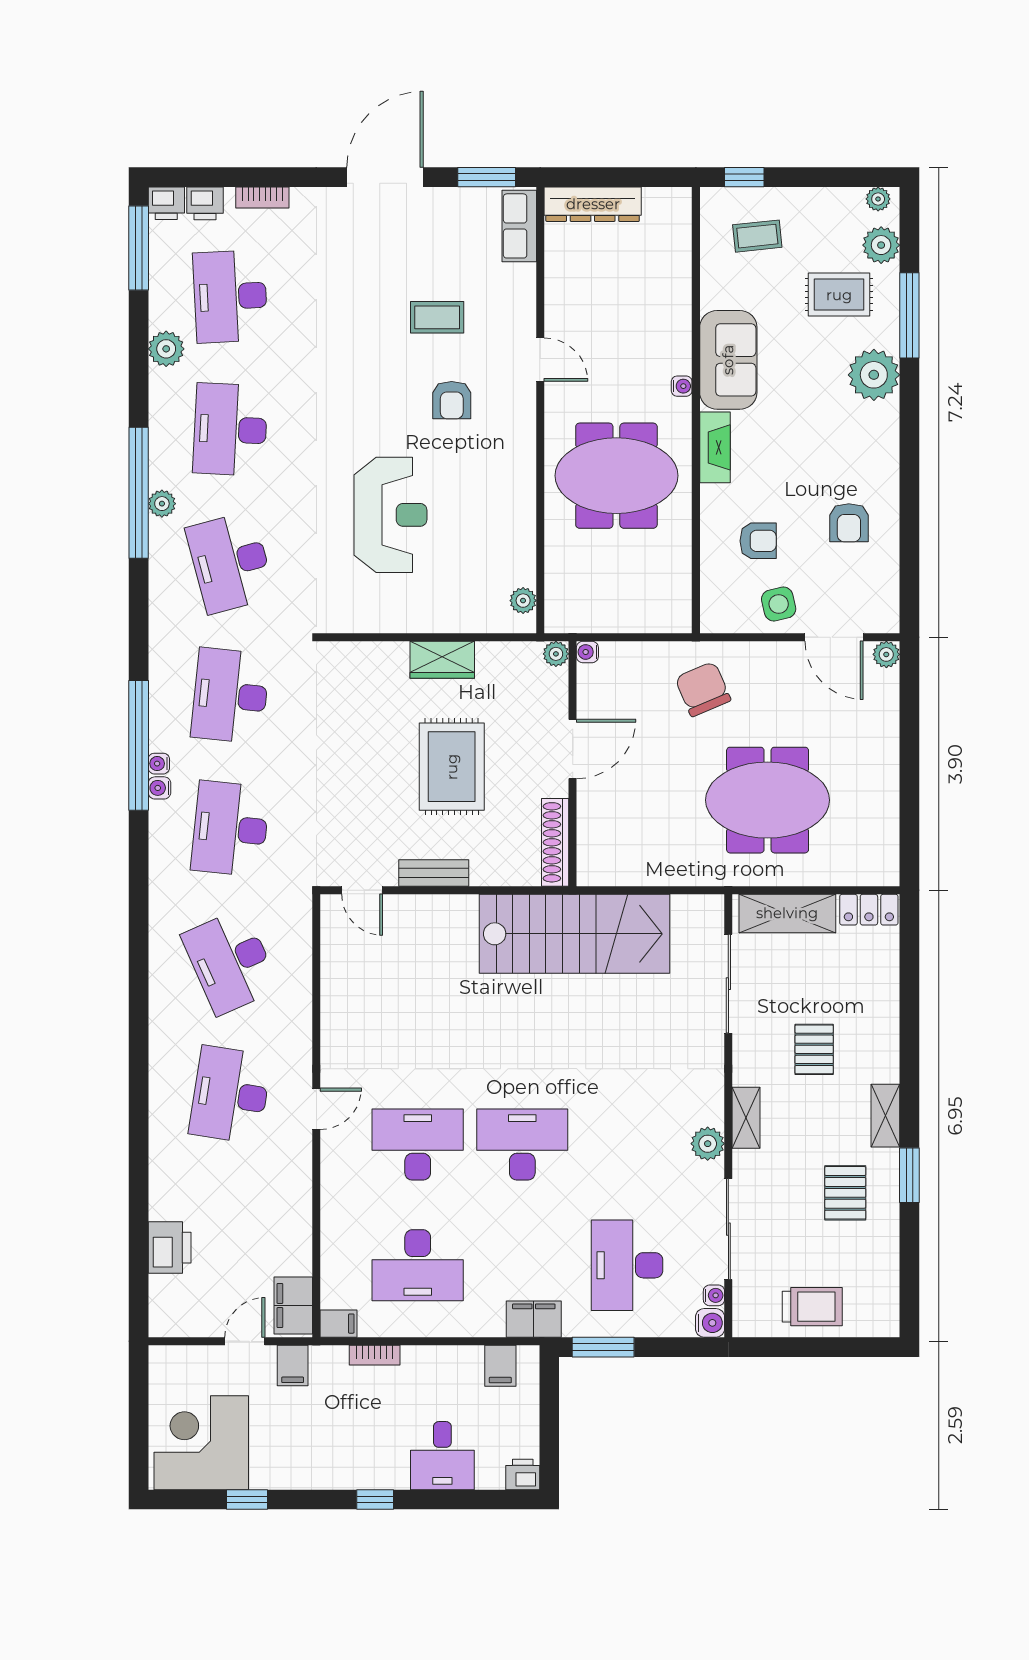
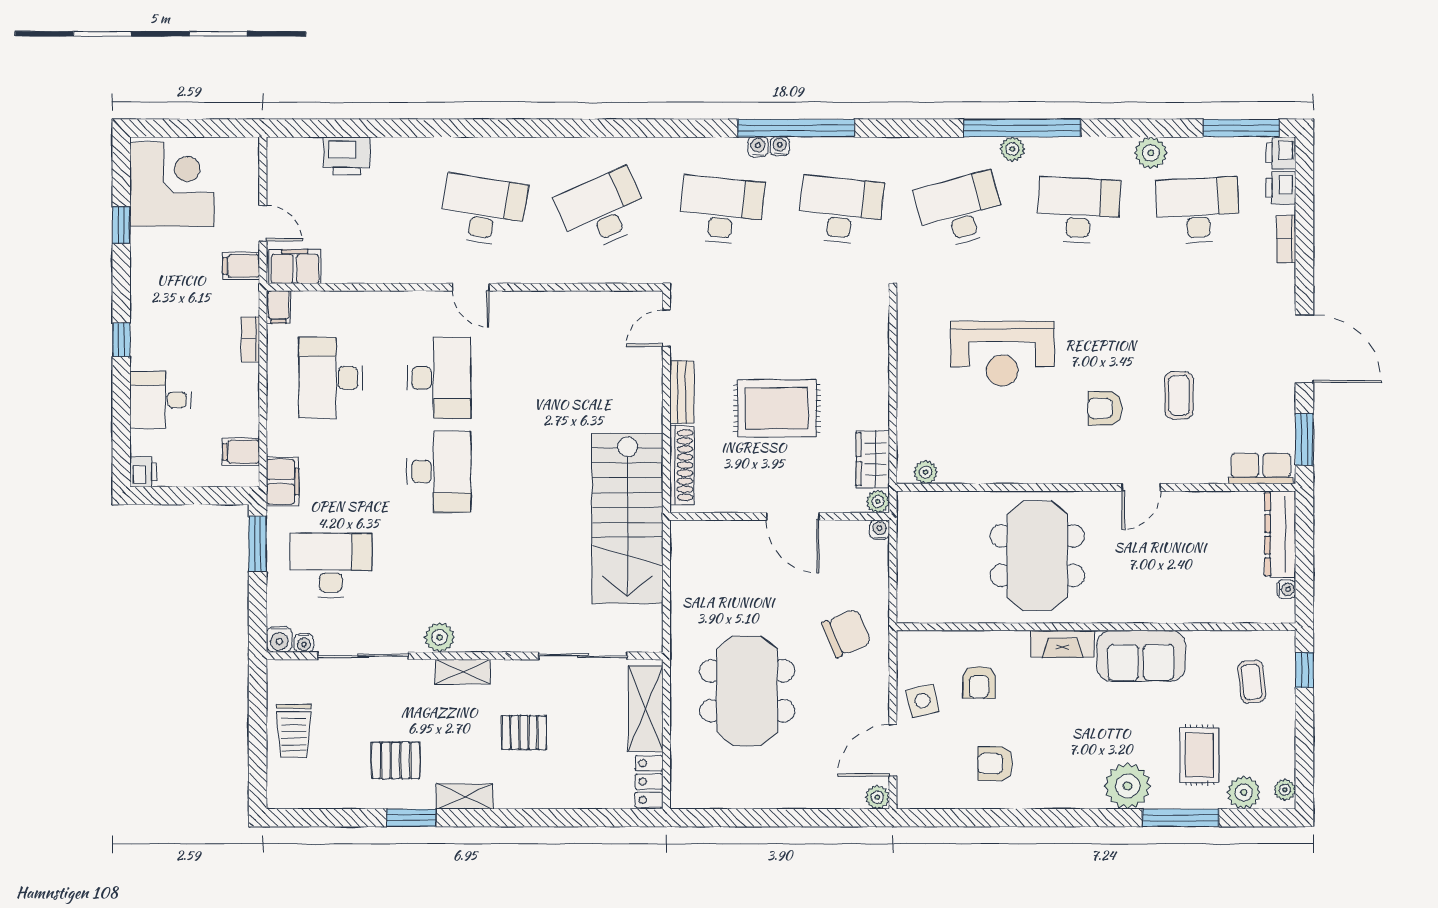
water cooler: (682, 386) -> (1286, 589), moved, turned -90
wardrobe: (442, 660) -> (873, 459), moved
shoe rack: (555, 842) -> (682, 465), moved, turned 90

